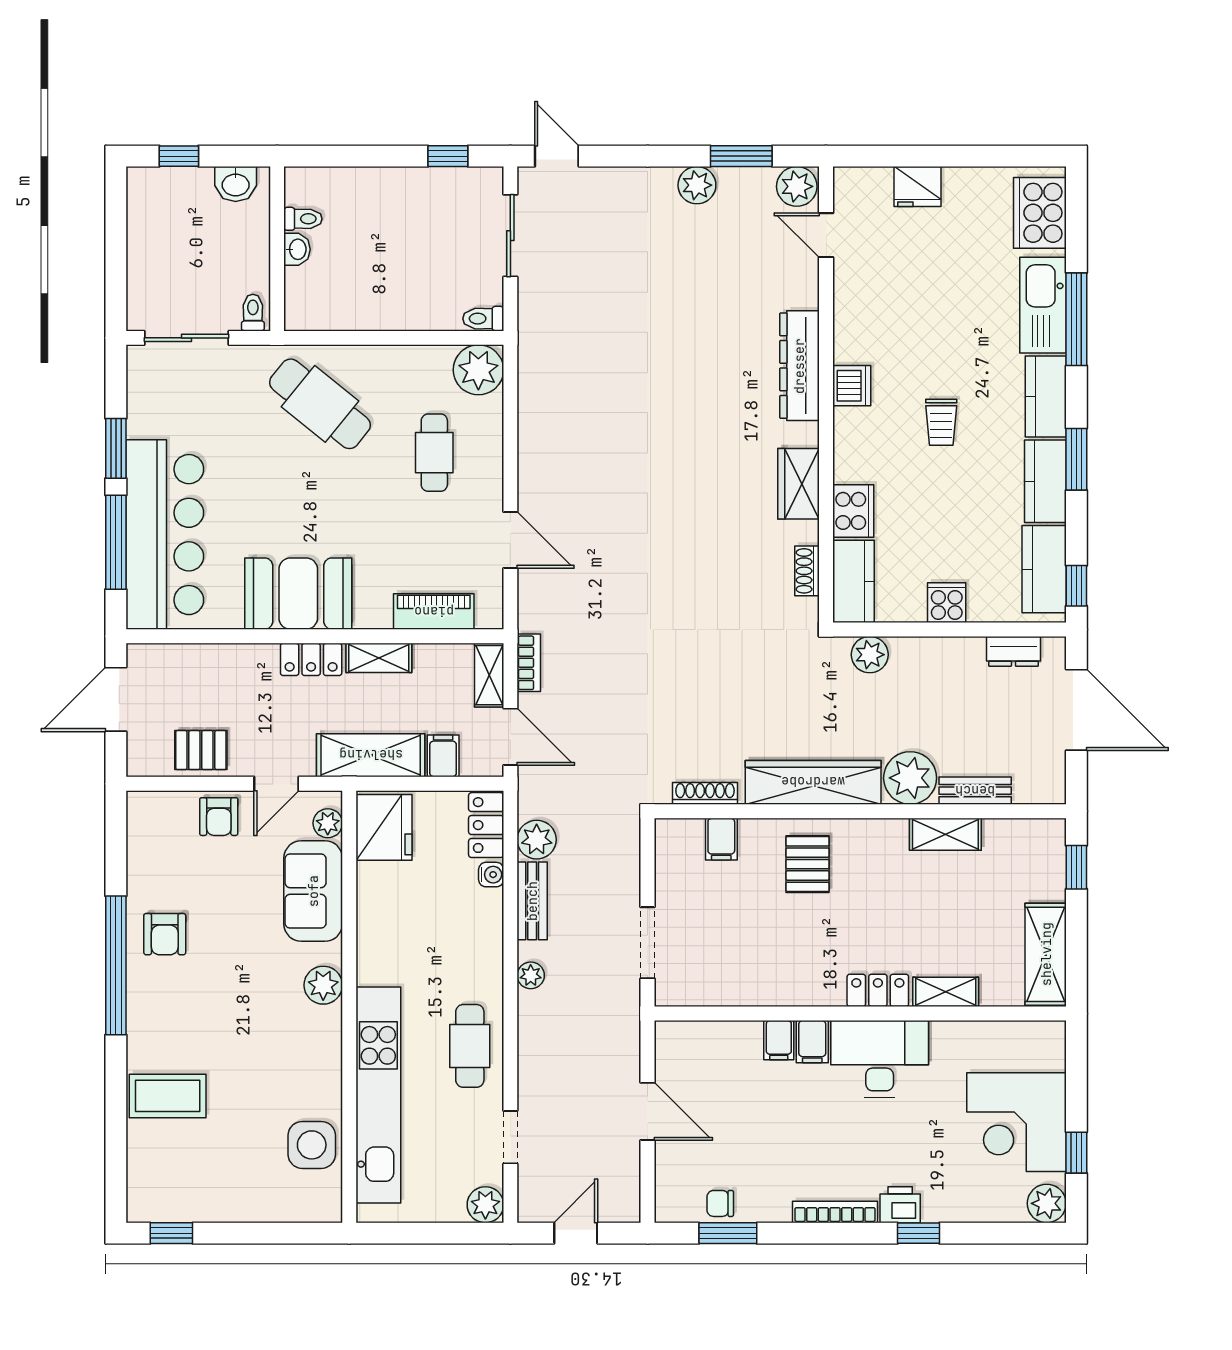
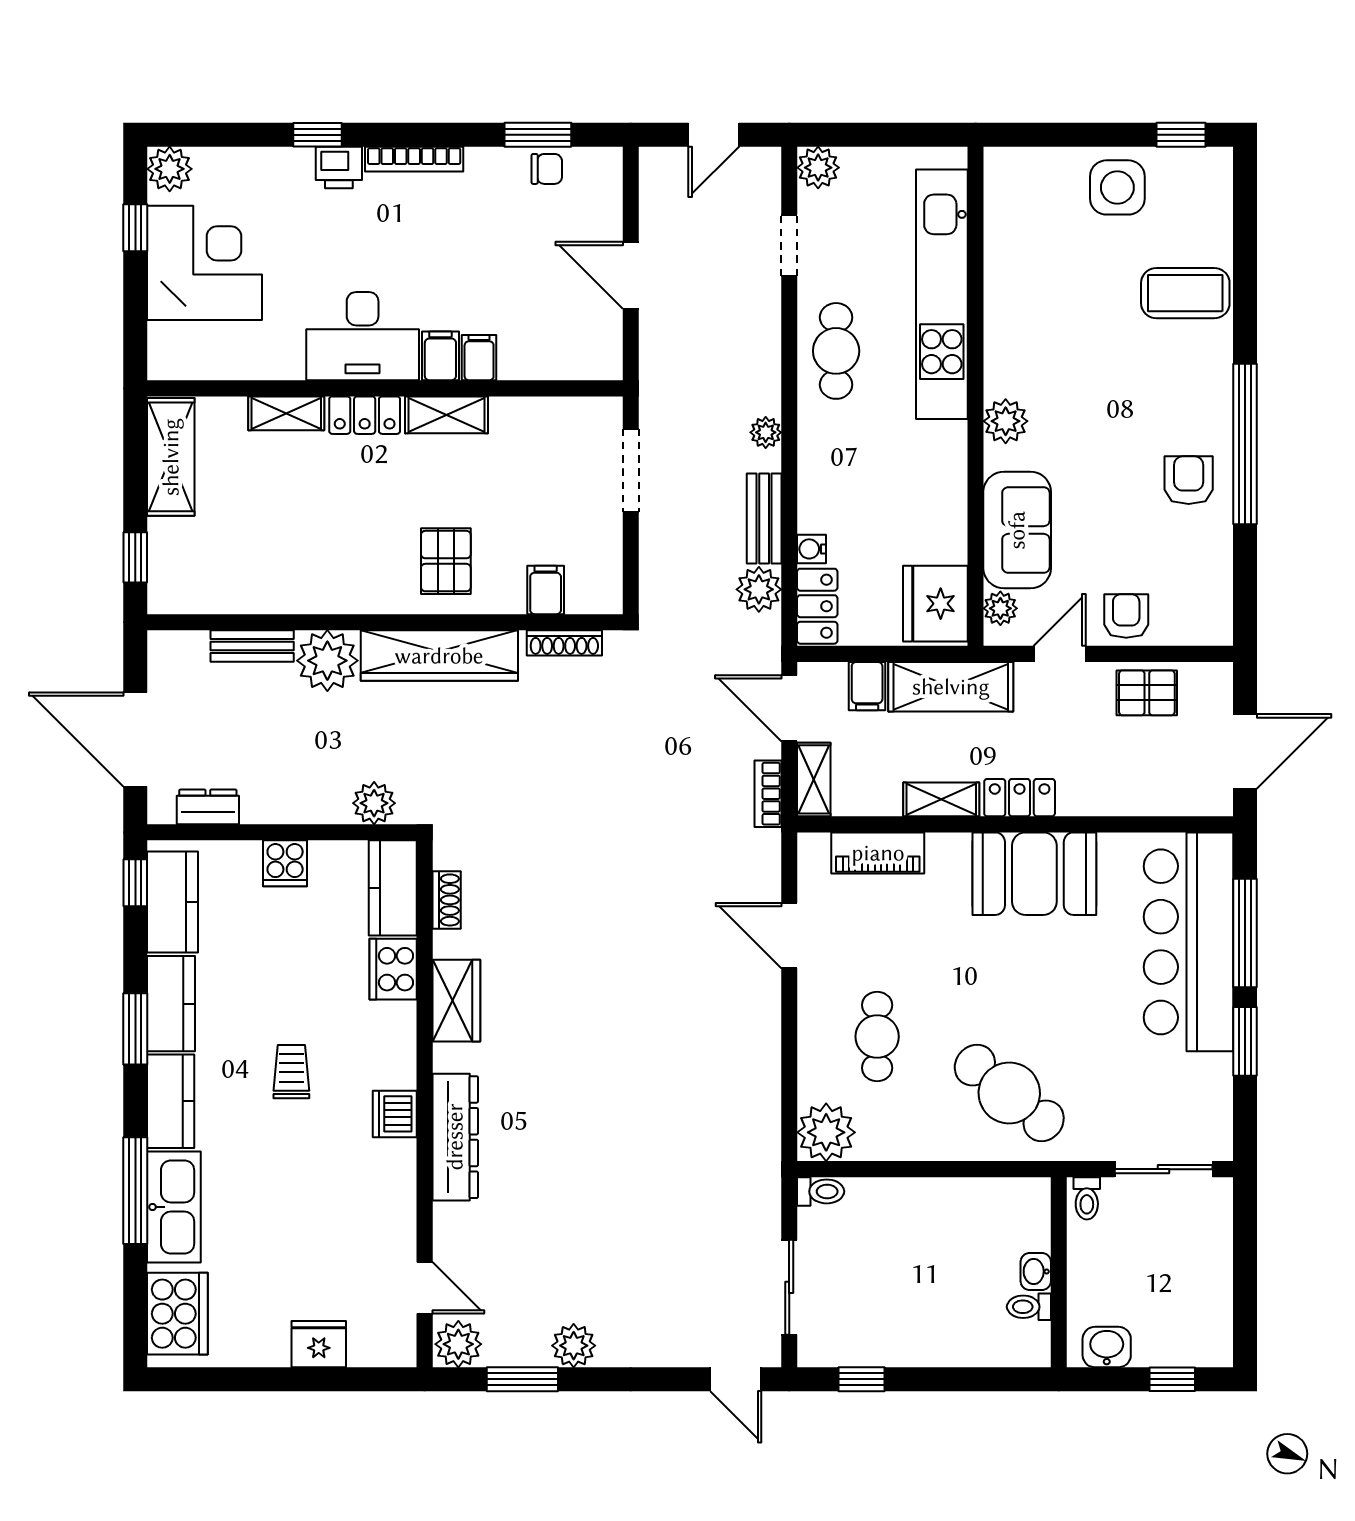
shelving: (945, 834) -> (446, 415), moved
side table: (312, 1145) -> (1117, 187), moved

